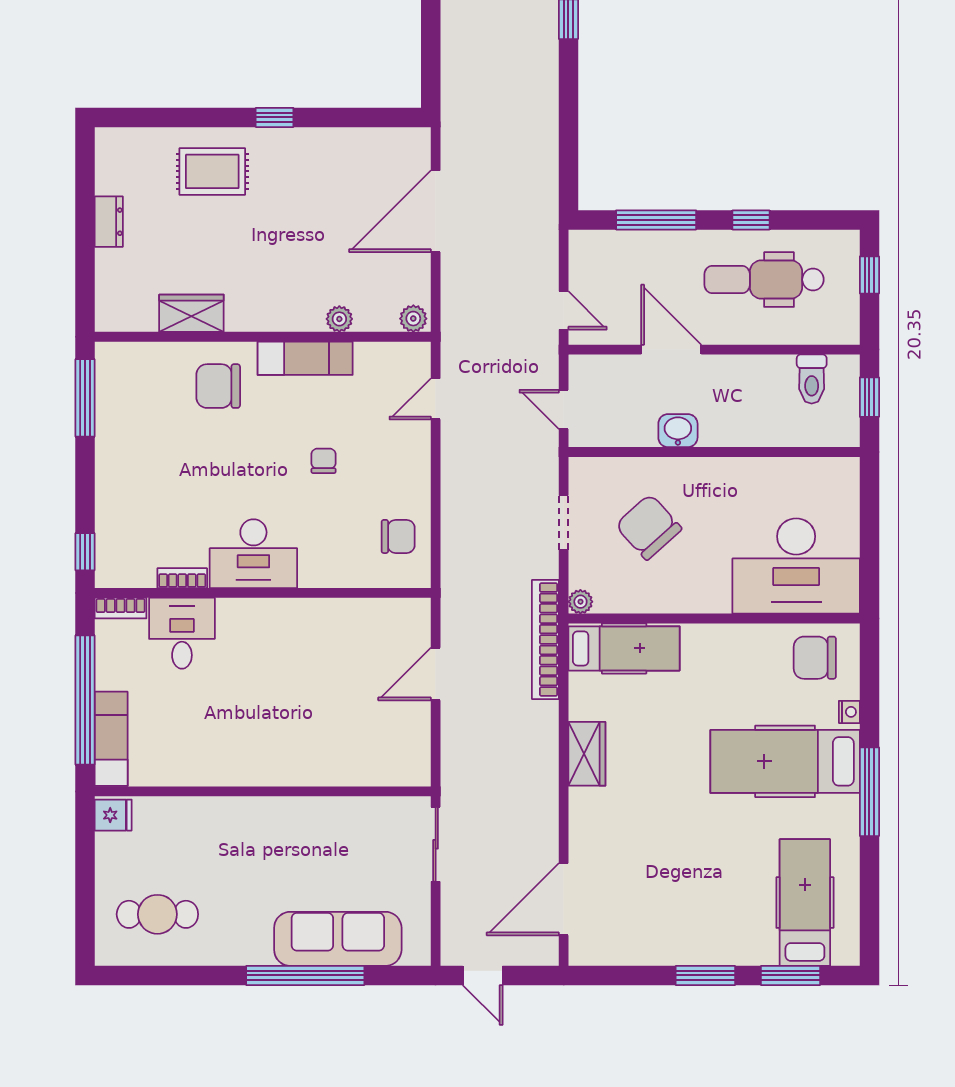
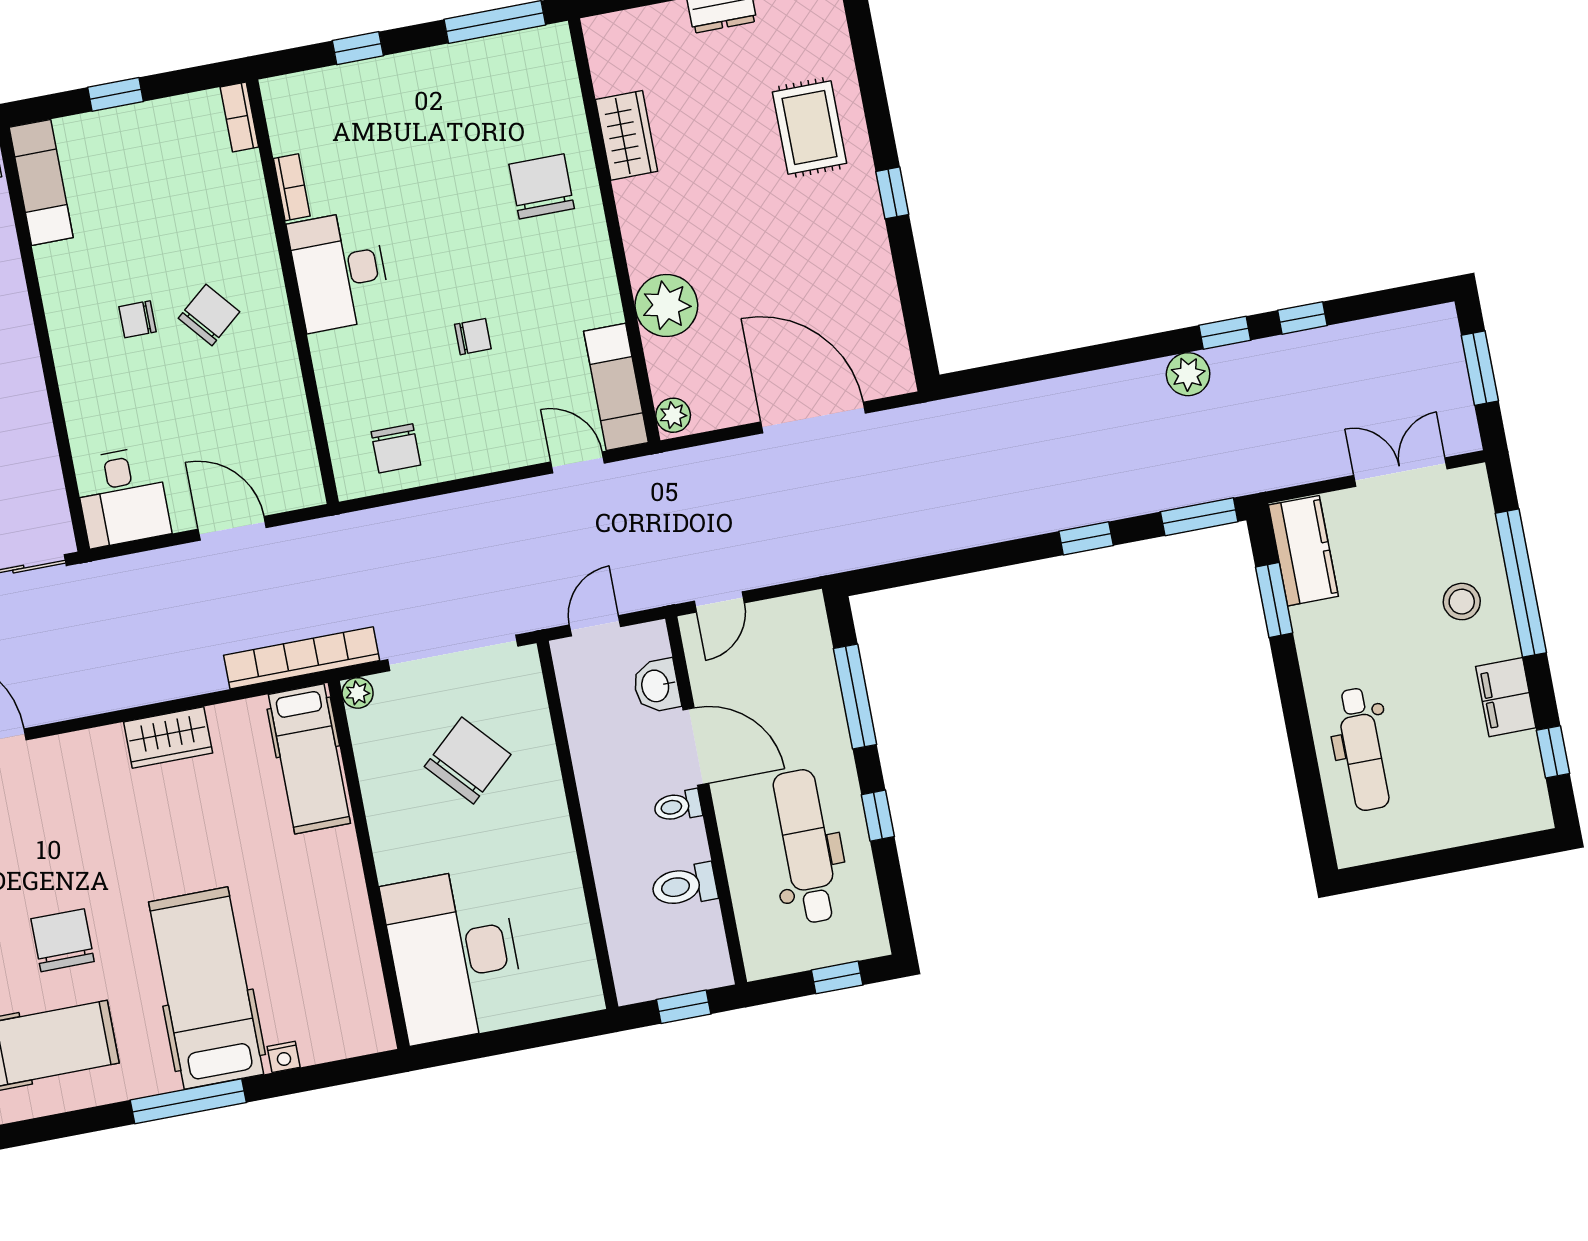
plant: (339, 319) -> (666, 305), width x1.88, depth x1.88
door: (671, 350) -> (696, 746), hinge flipped
exam couch: (305, 358) -> (616, 387), moved
toilet: (714, 372) -> (678, 806), added
toilet: (812, 379) -> (684, 886), moved
washbasin: (678, 431) -> (656, 686), moved, turned 180
doorway: (564, 523) -> (453, 653), width x1.88
window: (85, 552) -> (358, 48), moved
desk: (182, 633) -> (122, 497), moved, turned 90
chair: (815, 658) -> (63, 940), moved
chair: (268, 660) -> (209, 315), added
window: (85, 700) -> (115, 94), width x0.32
chair: (261, 716) -> (137, 319), added
exam couch: (111, 739) -> (41, 182), moved, turned -90

